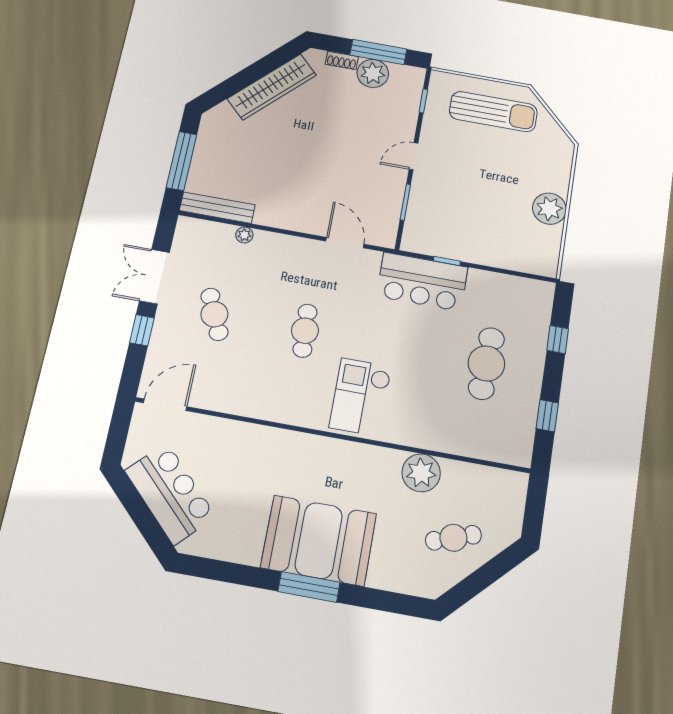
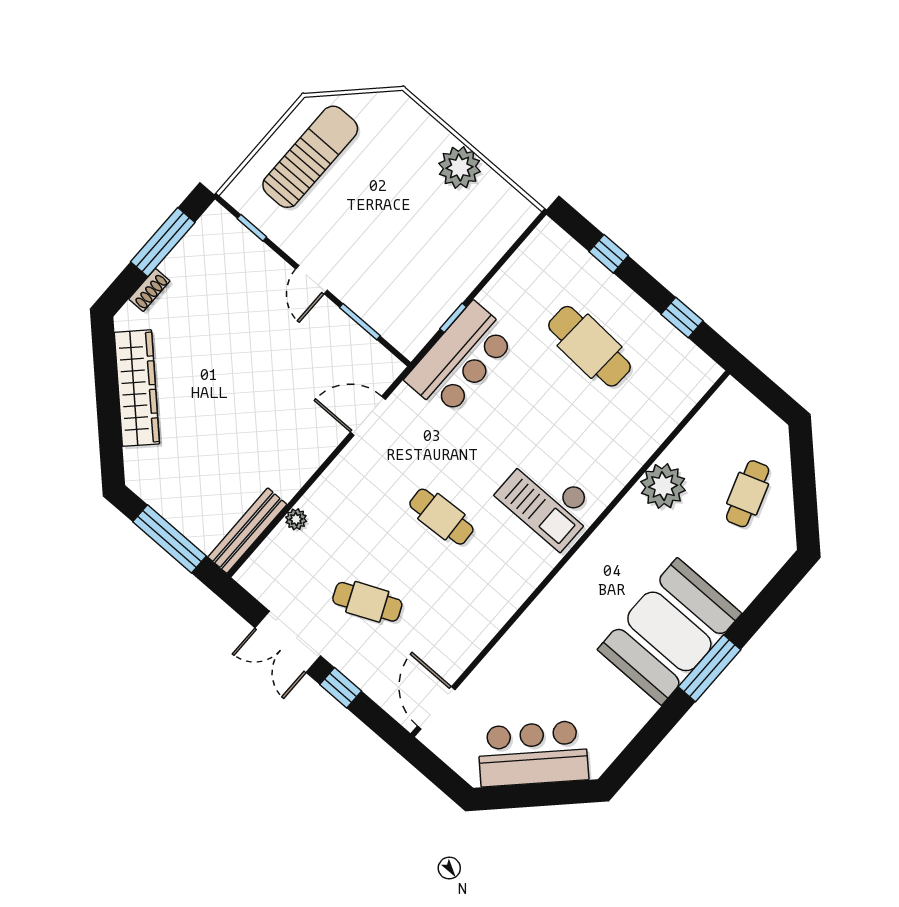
plant: (373, 73) -> (185, 264), removed

